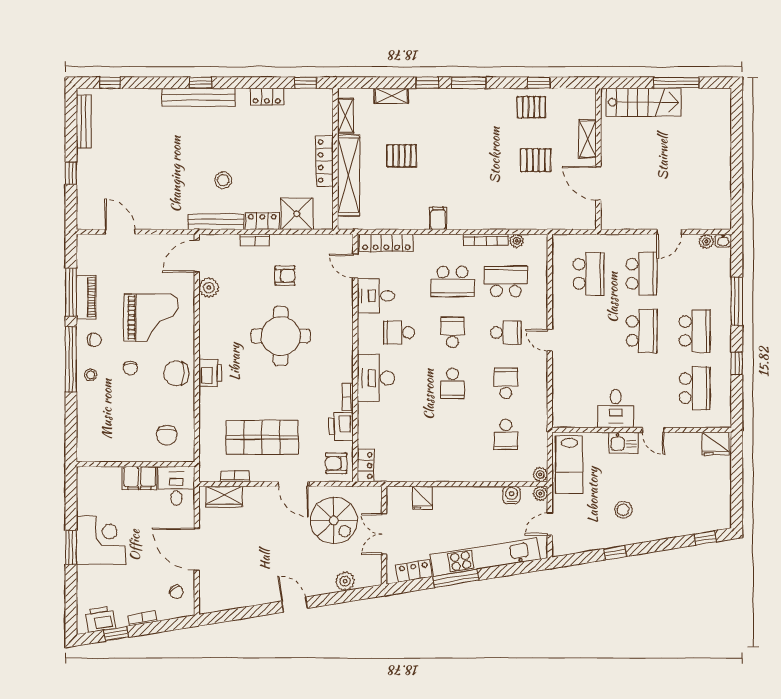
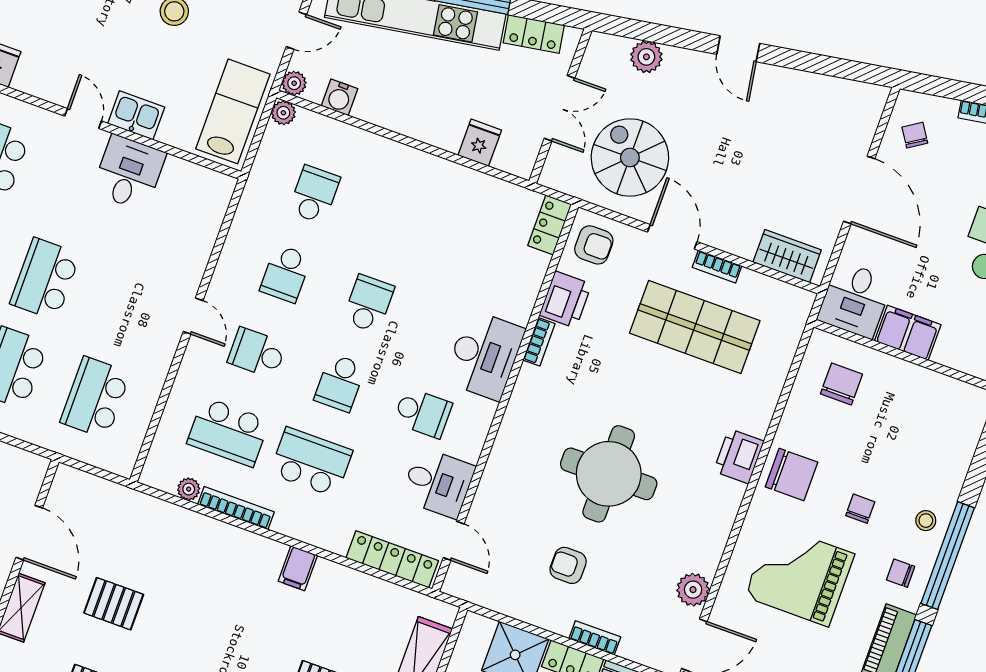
bookcase: (235, 476) -> (717, 267), moved

